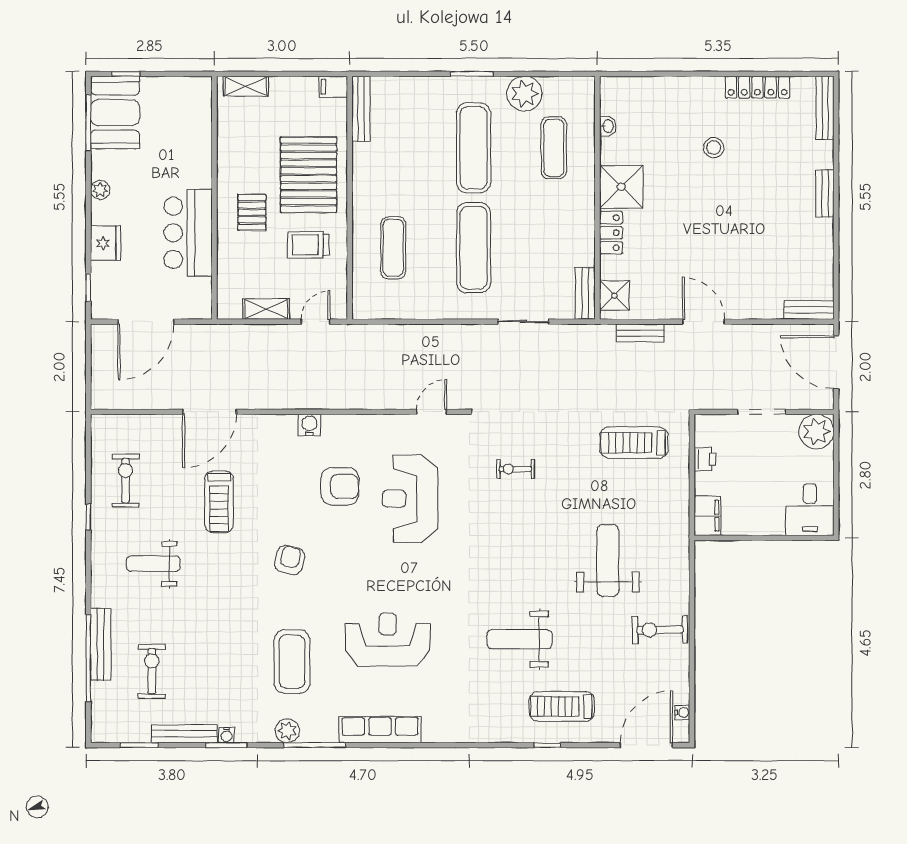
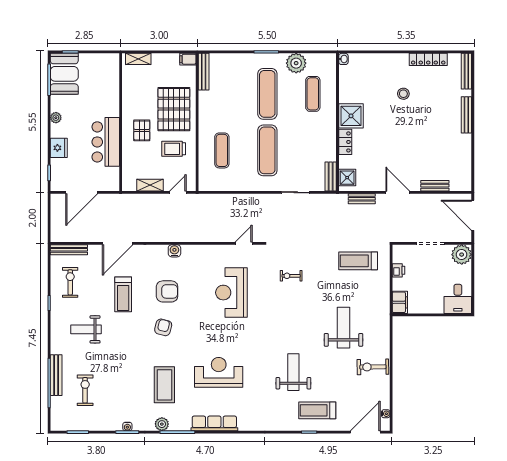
washbasin: (608, 126) -> (343, 59), moved
bench: (825, 193) -> (466, 115), width x1.36
bench: (809, 310) -> (435, 186), moved
armchair: (340, 486) -> (167, 291), moved
weight bench: (520, 639) -> (293, 372), turned 90
bench: (184, 734) -> (69, 250), moved

